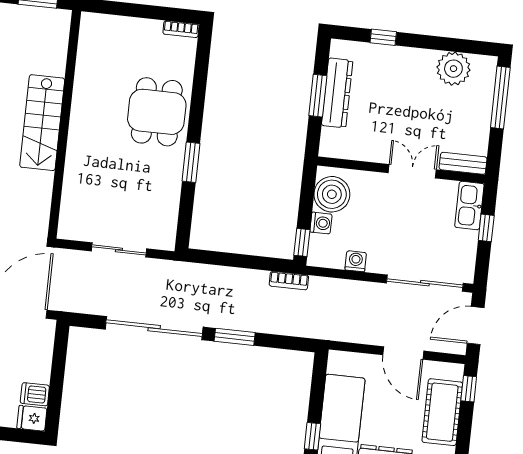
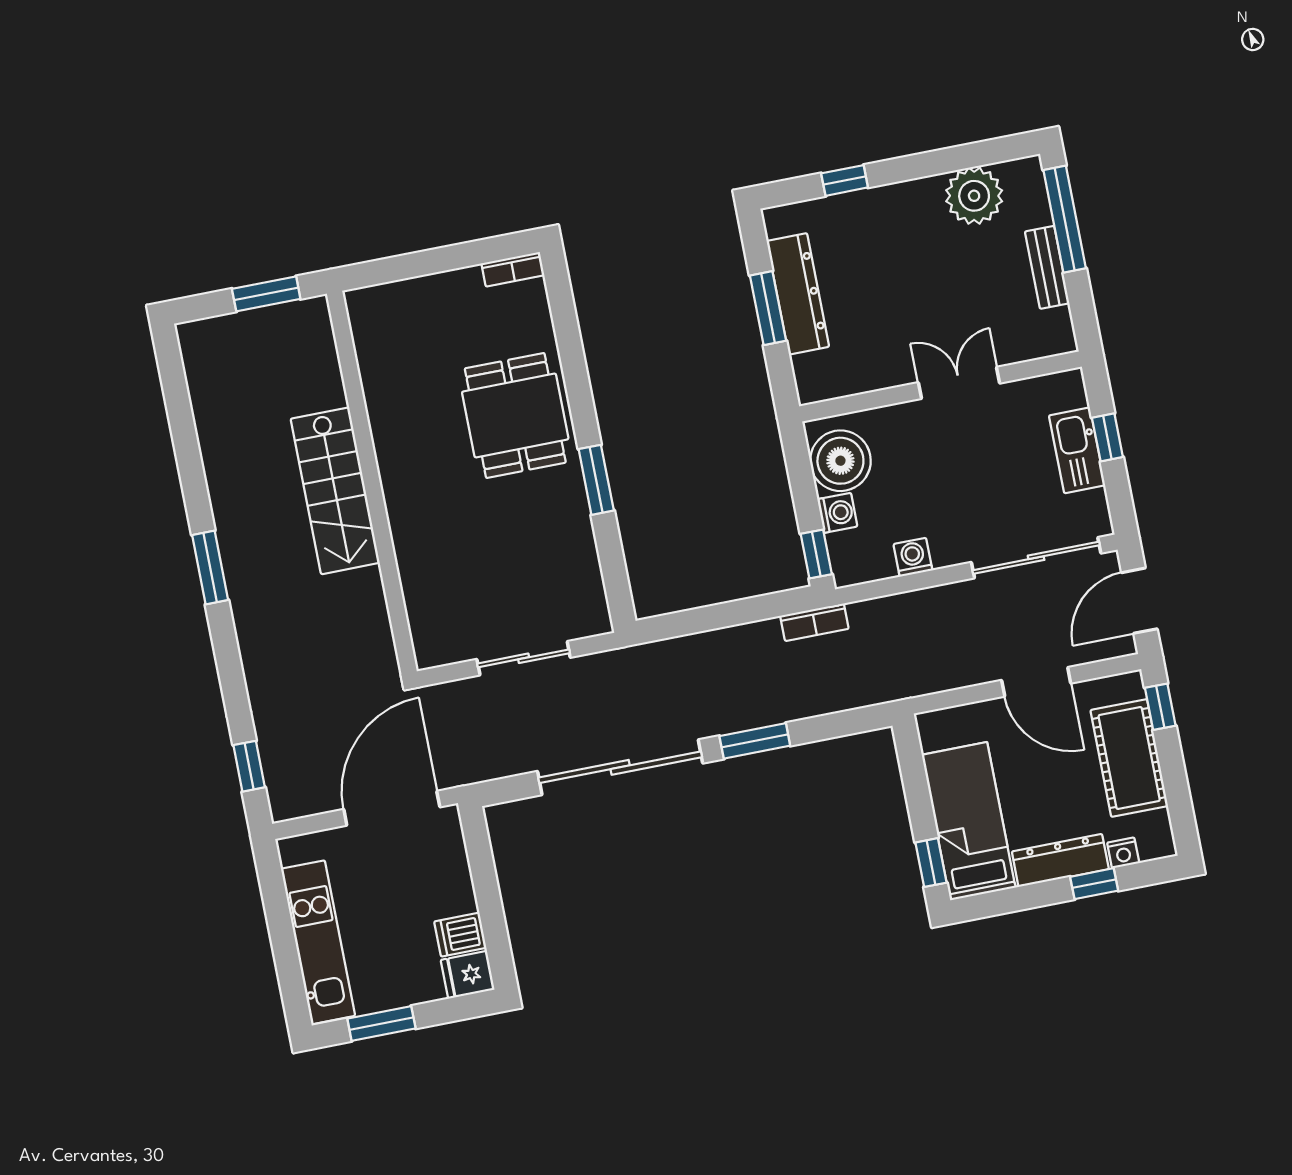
bench: (463, 163) -> (1047, 267), moved, turned 90
kitchen sink: (469, 205) -> (1077, 450), moved

